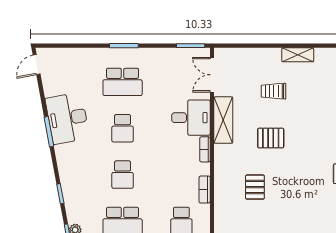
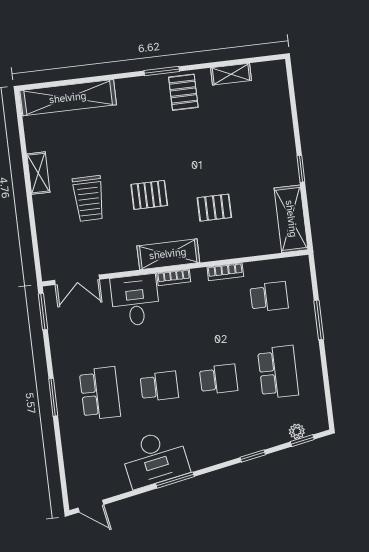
trolley: (274, 91) -> (89, 198), width x1.36, depth x1.39
shelving: (223, 120) -> (168, 254), moved
pallet: (271, 138) -> (149, 195), turned 90

